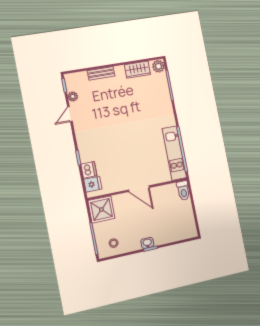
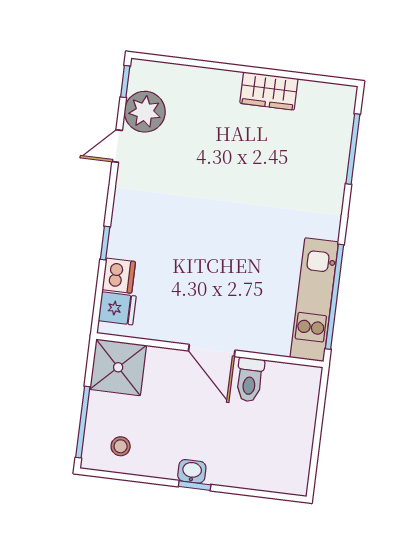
plant: (158, 66) -> (342, 100), removed
wardrobe: (137, 70) -> (269, 91), moved
bench: (101, 73) -> (211, 79), removed
plant: (73, 96) -> (145, 112), width x1.87, depth x1.87
toilet: (183, 191) -> (250, 380), moved

